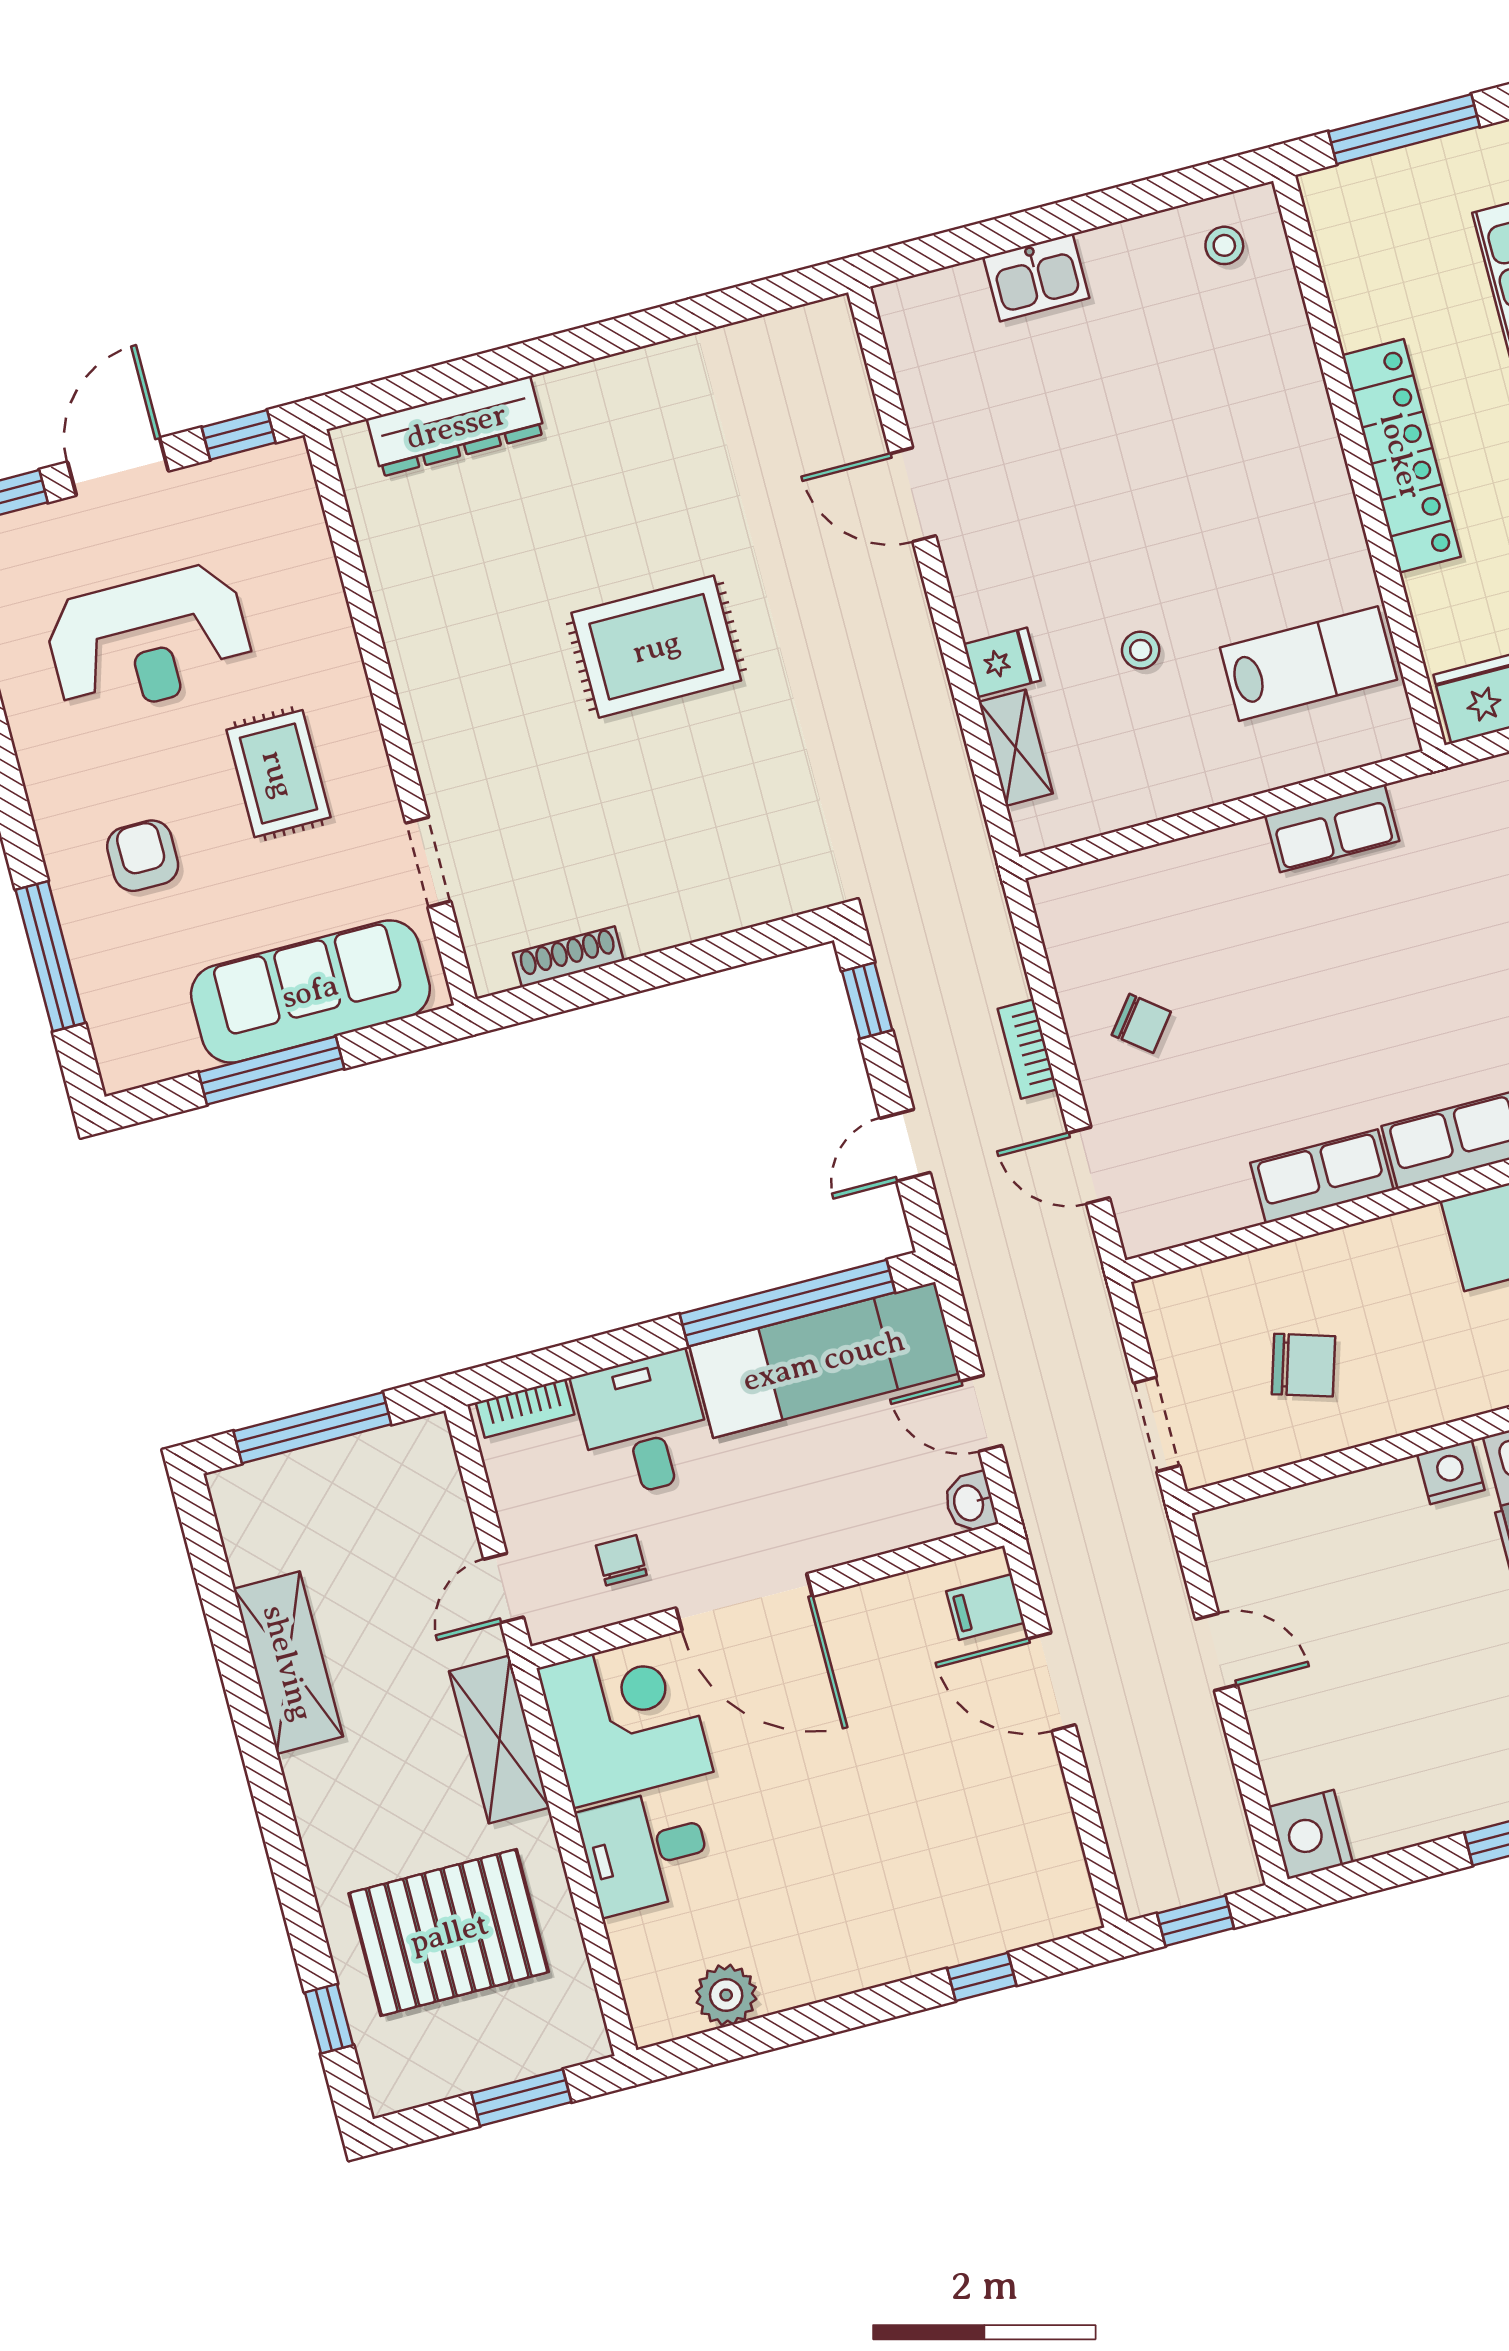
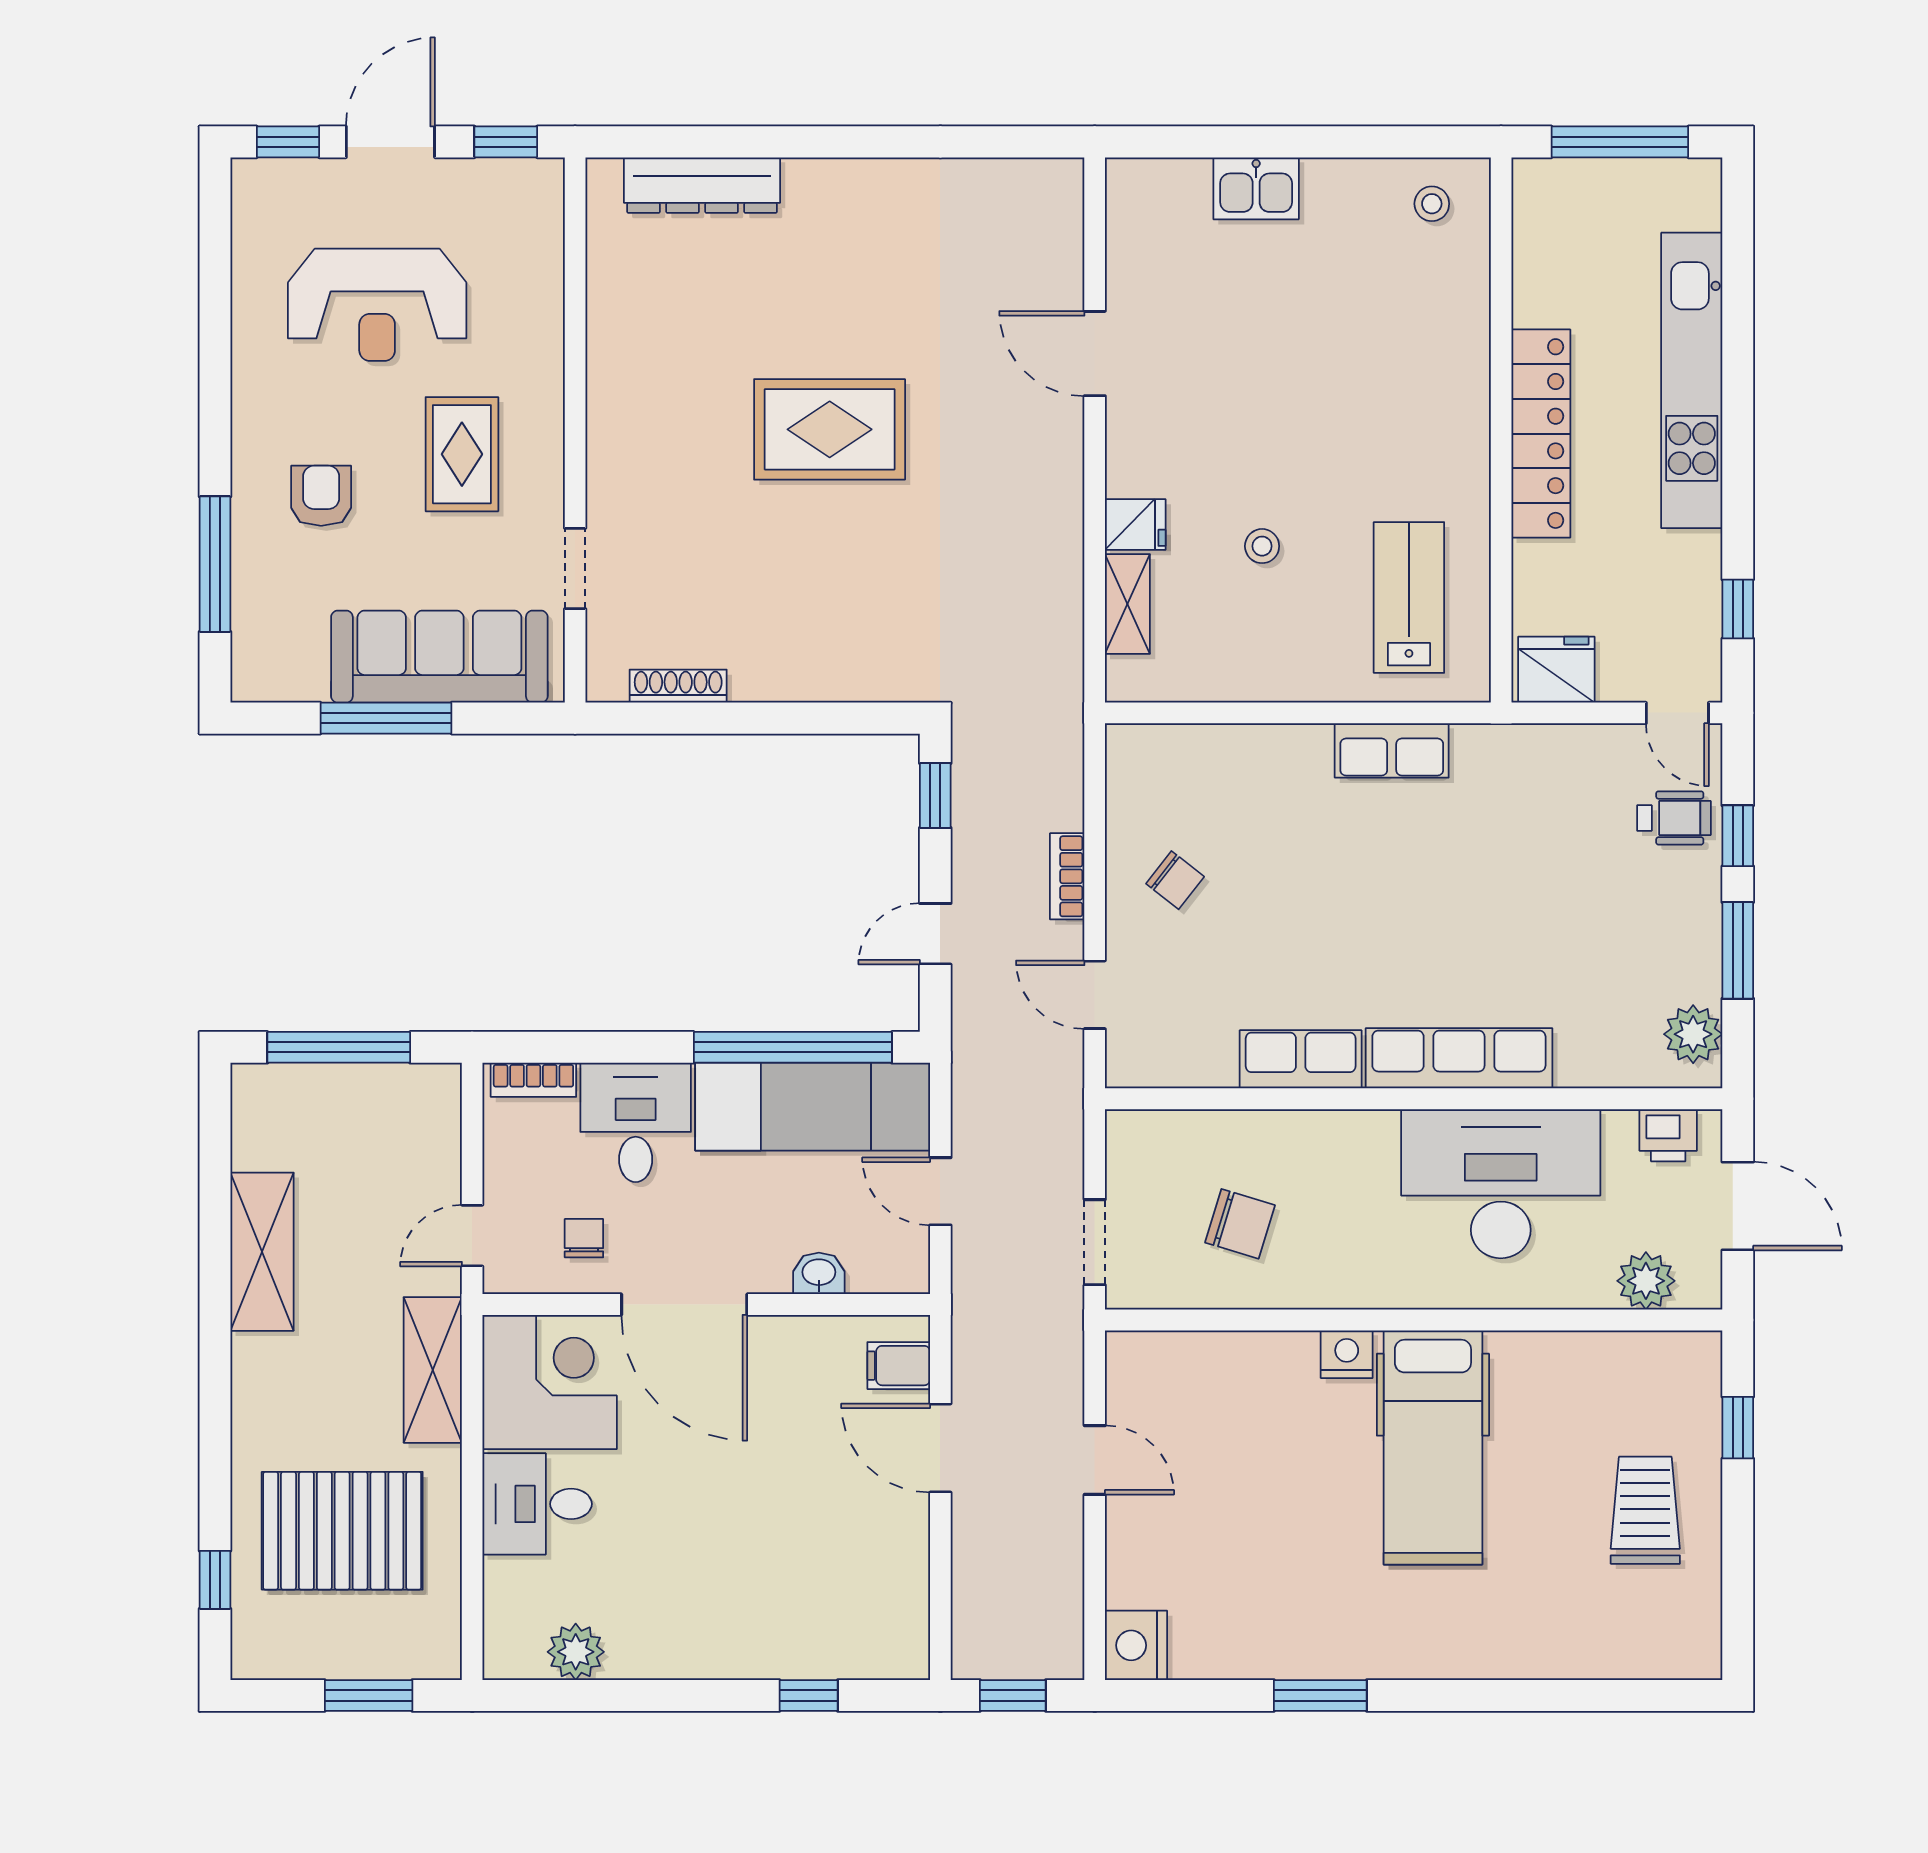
lab bench: (1308, 664) -> (1409, 598), turned -90
washbasin: (970, 1503) -> (819, 1273), moved, turned 90

